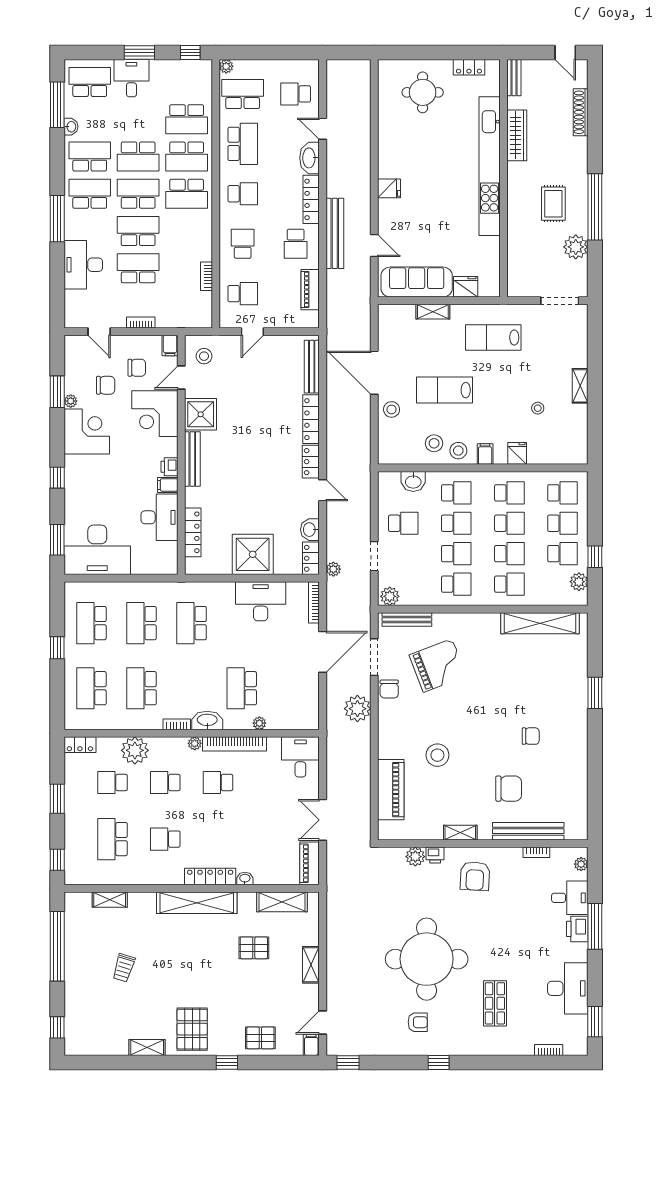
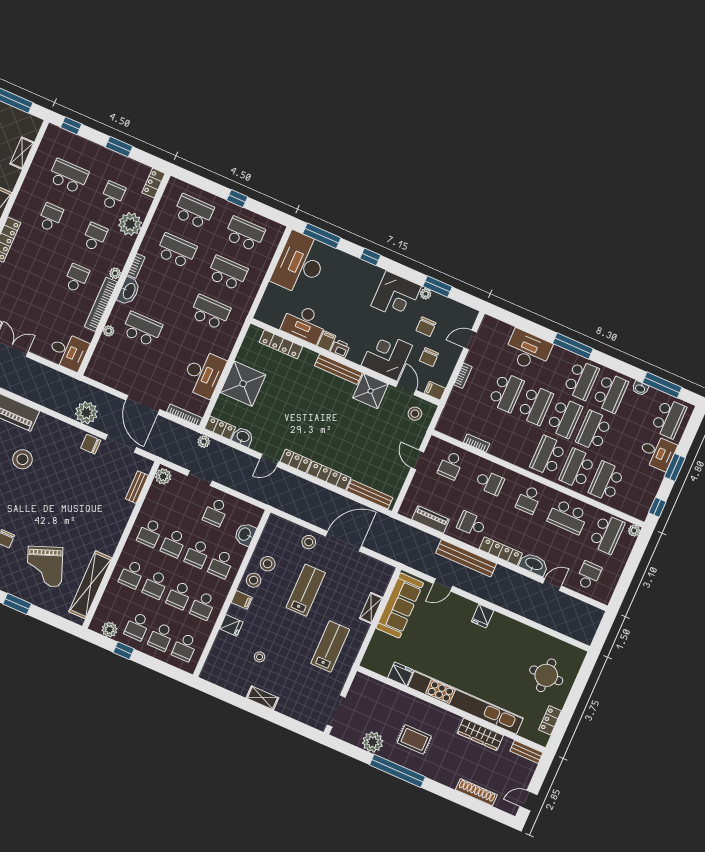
fridge: (466, 287) -> (401, 674), moved, turned -90
window: (57, 540) -> (322, 236), width x1.44
bench: (407, 619) -> (137, 487), width x0.73
grand piano: (438, 665) -> (45, 567), moved

